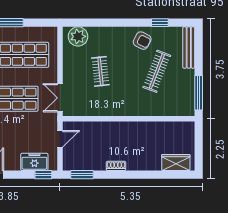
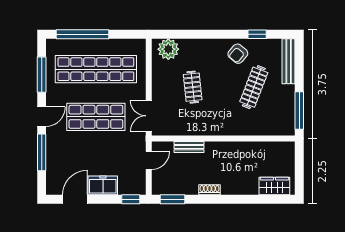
armchair: (142, 41) -> (238, 54), turned 103
bench: (97, 127) -> (189, 147), added
freezer: (34, 162) -> (103, 185), moved

